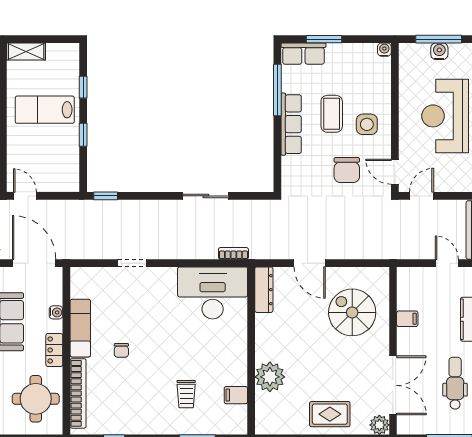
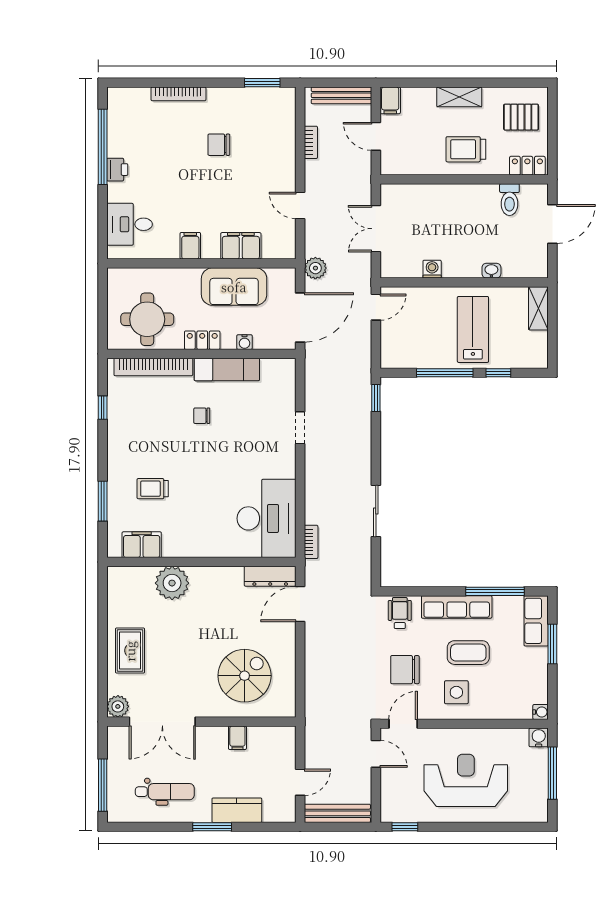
water cooler: (439, 51) -> (539, 737), moved, turned -90
window: (83, 135) -> (445, 373), width x2.17
wheelchair: (296, 175) -> (400, 613), added
door: (310, 263) -> (300, 604), moved
filing cabinet: (236, 395) -> (142, 545), width x2.00

